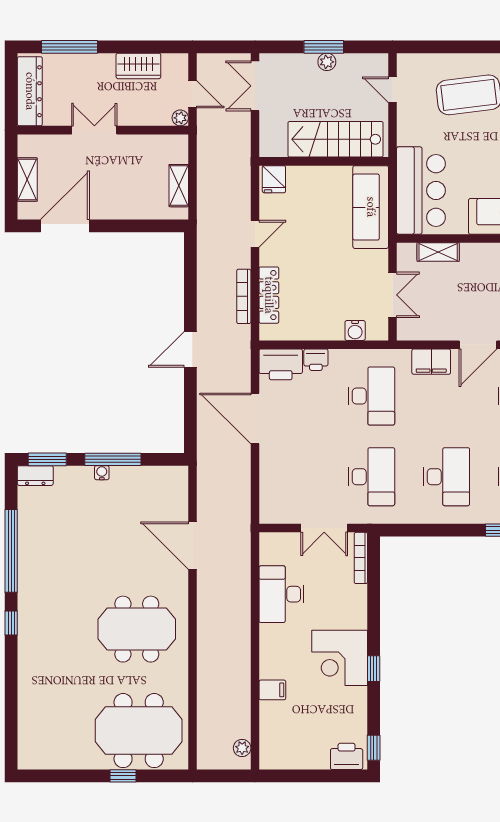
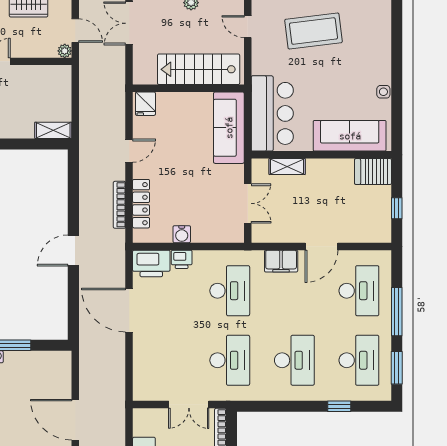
shelving: (179, 186) -> (53, 130), moved, turned 90
water cooler: (355, 330) -> (182, 234), moved

